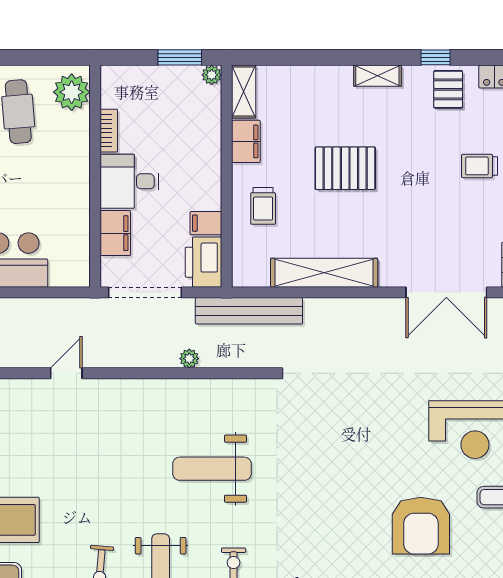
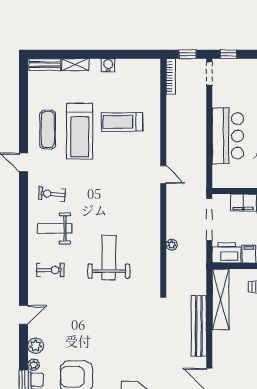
shelving: (324, 273) -> (221, 299), moved
bench: (249, 311) -> (199, 326), moved

